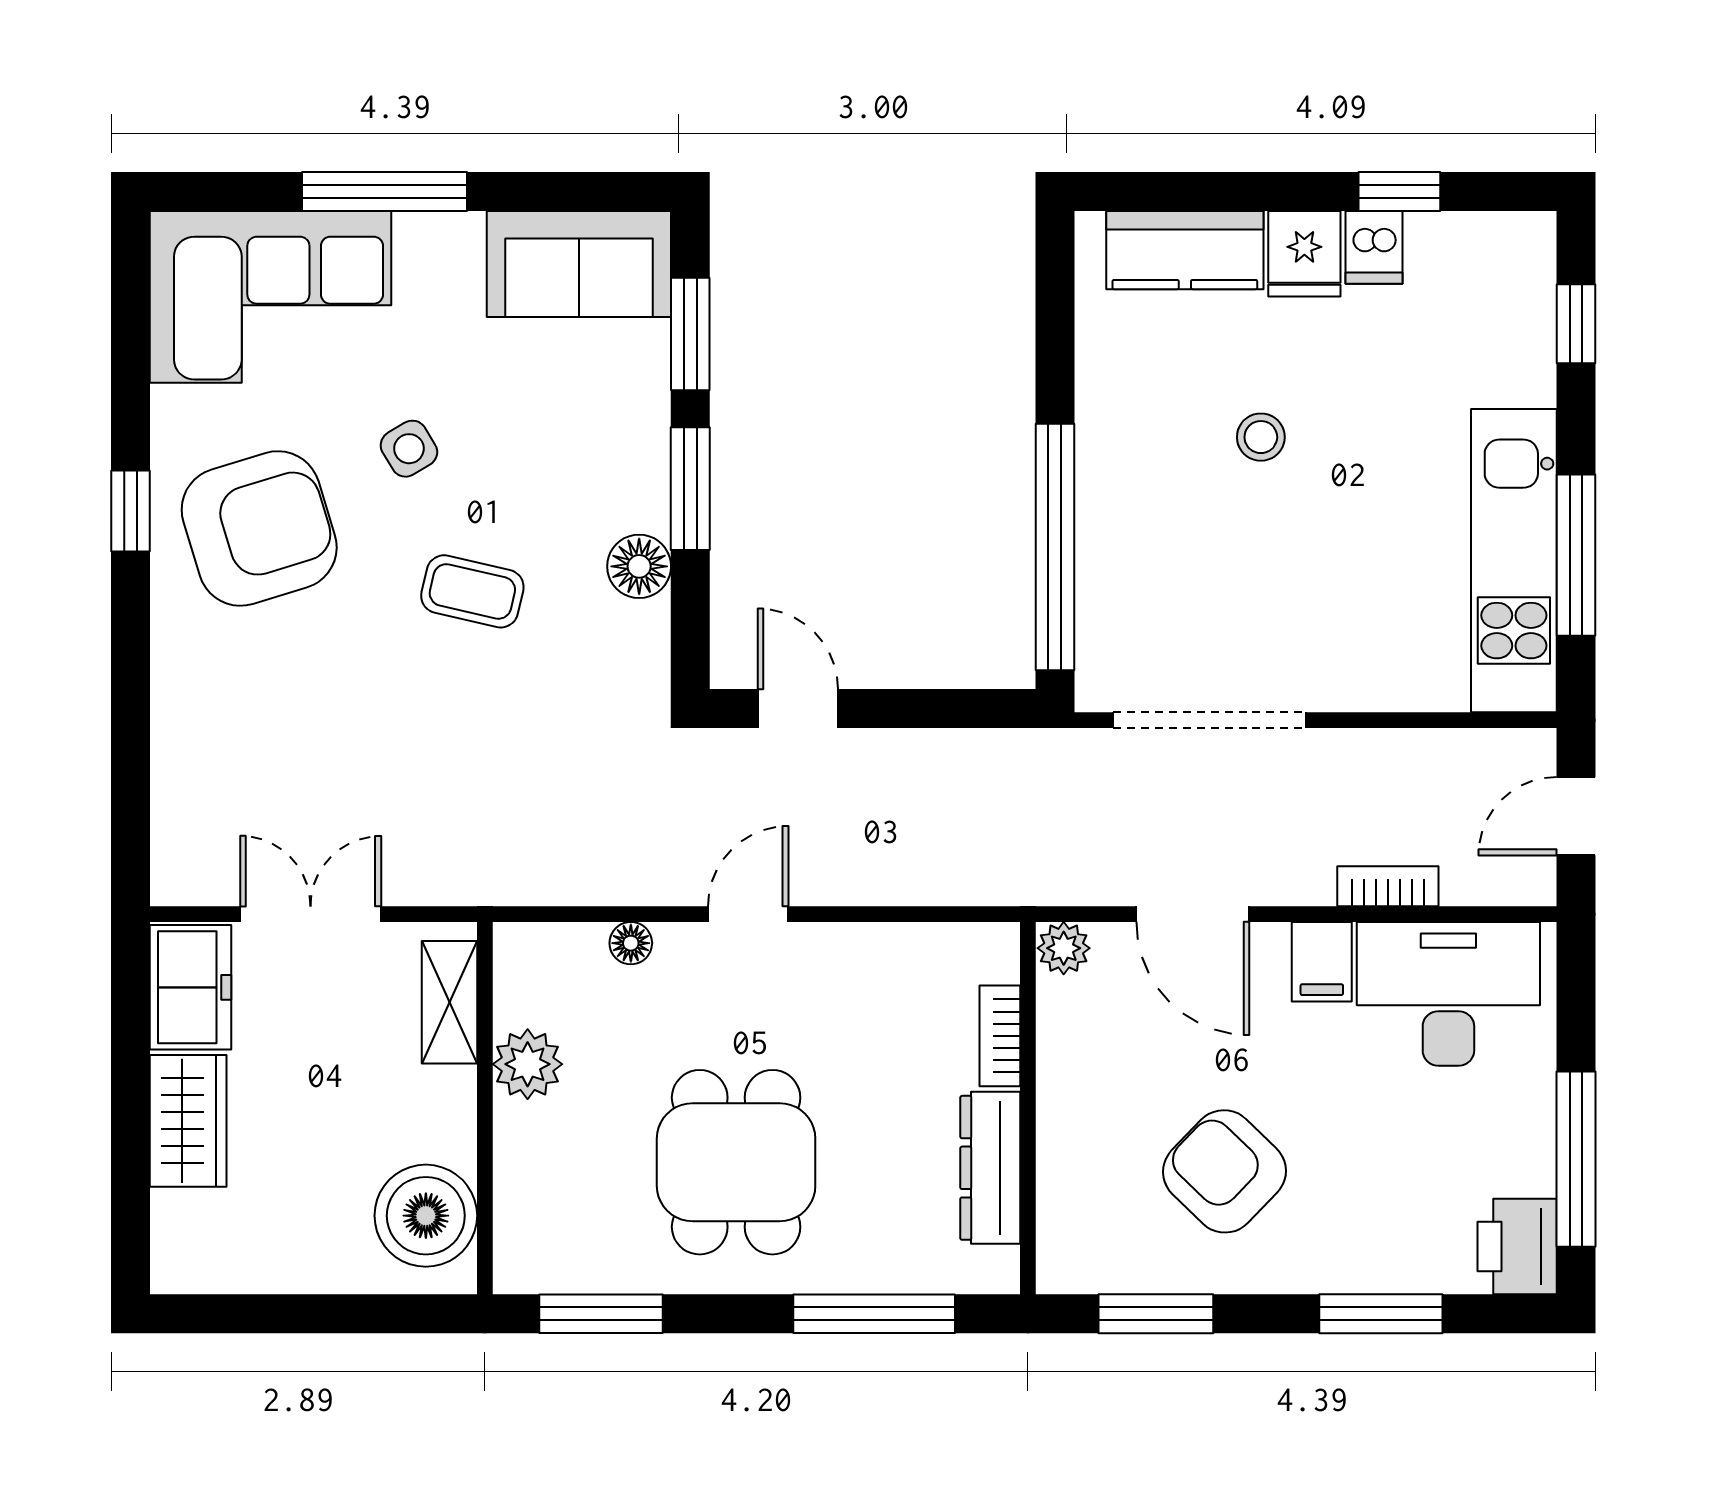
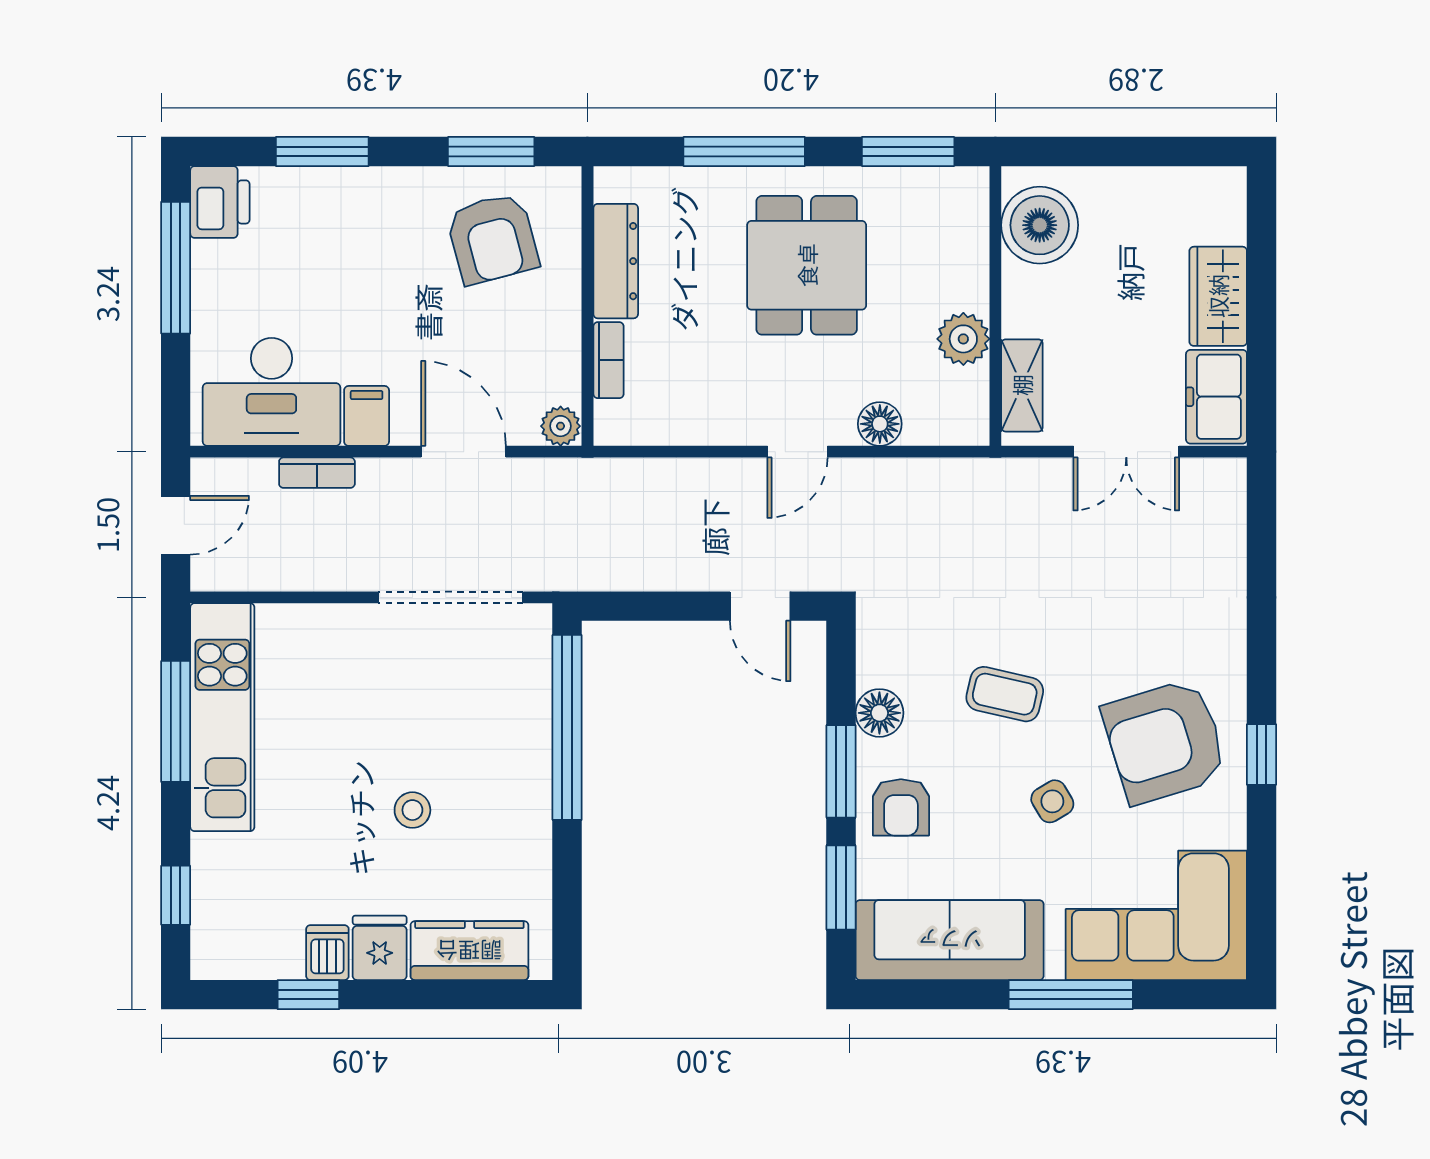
sofa: (579, 264) -> (950, 940), width x1.36
armchair: (611, 441) -> (901, 807), added
floor lamp: (631, 943) -> (880, 424), width x1.37, depth x1.37
armchair: (1224, 1171) -> (492, 239), moved, turned 31
window: (874, 1314) -> (744, 152), moved

